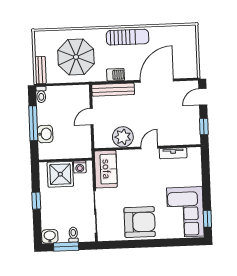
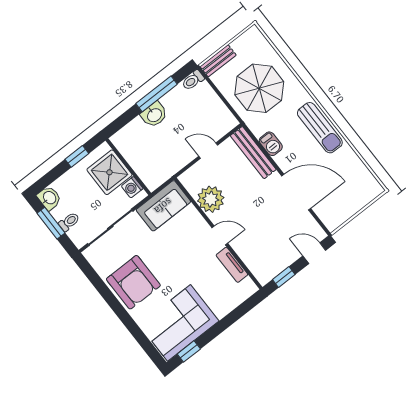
wall: (65, 160) -> (128, 167), moved
washing machine: (80, 167) -> (132, 187), moved
shower: (60, 174) -> (109, 172), moved

